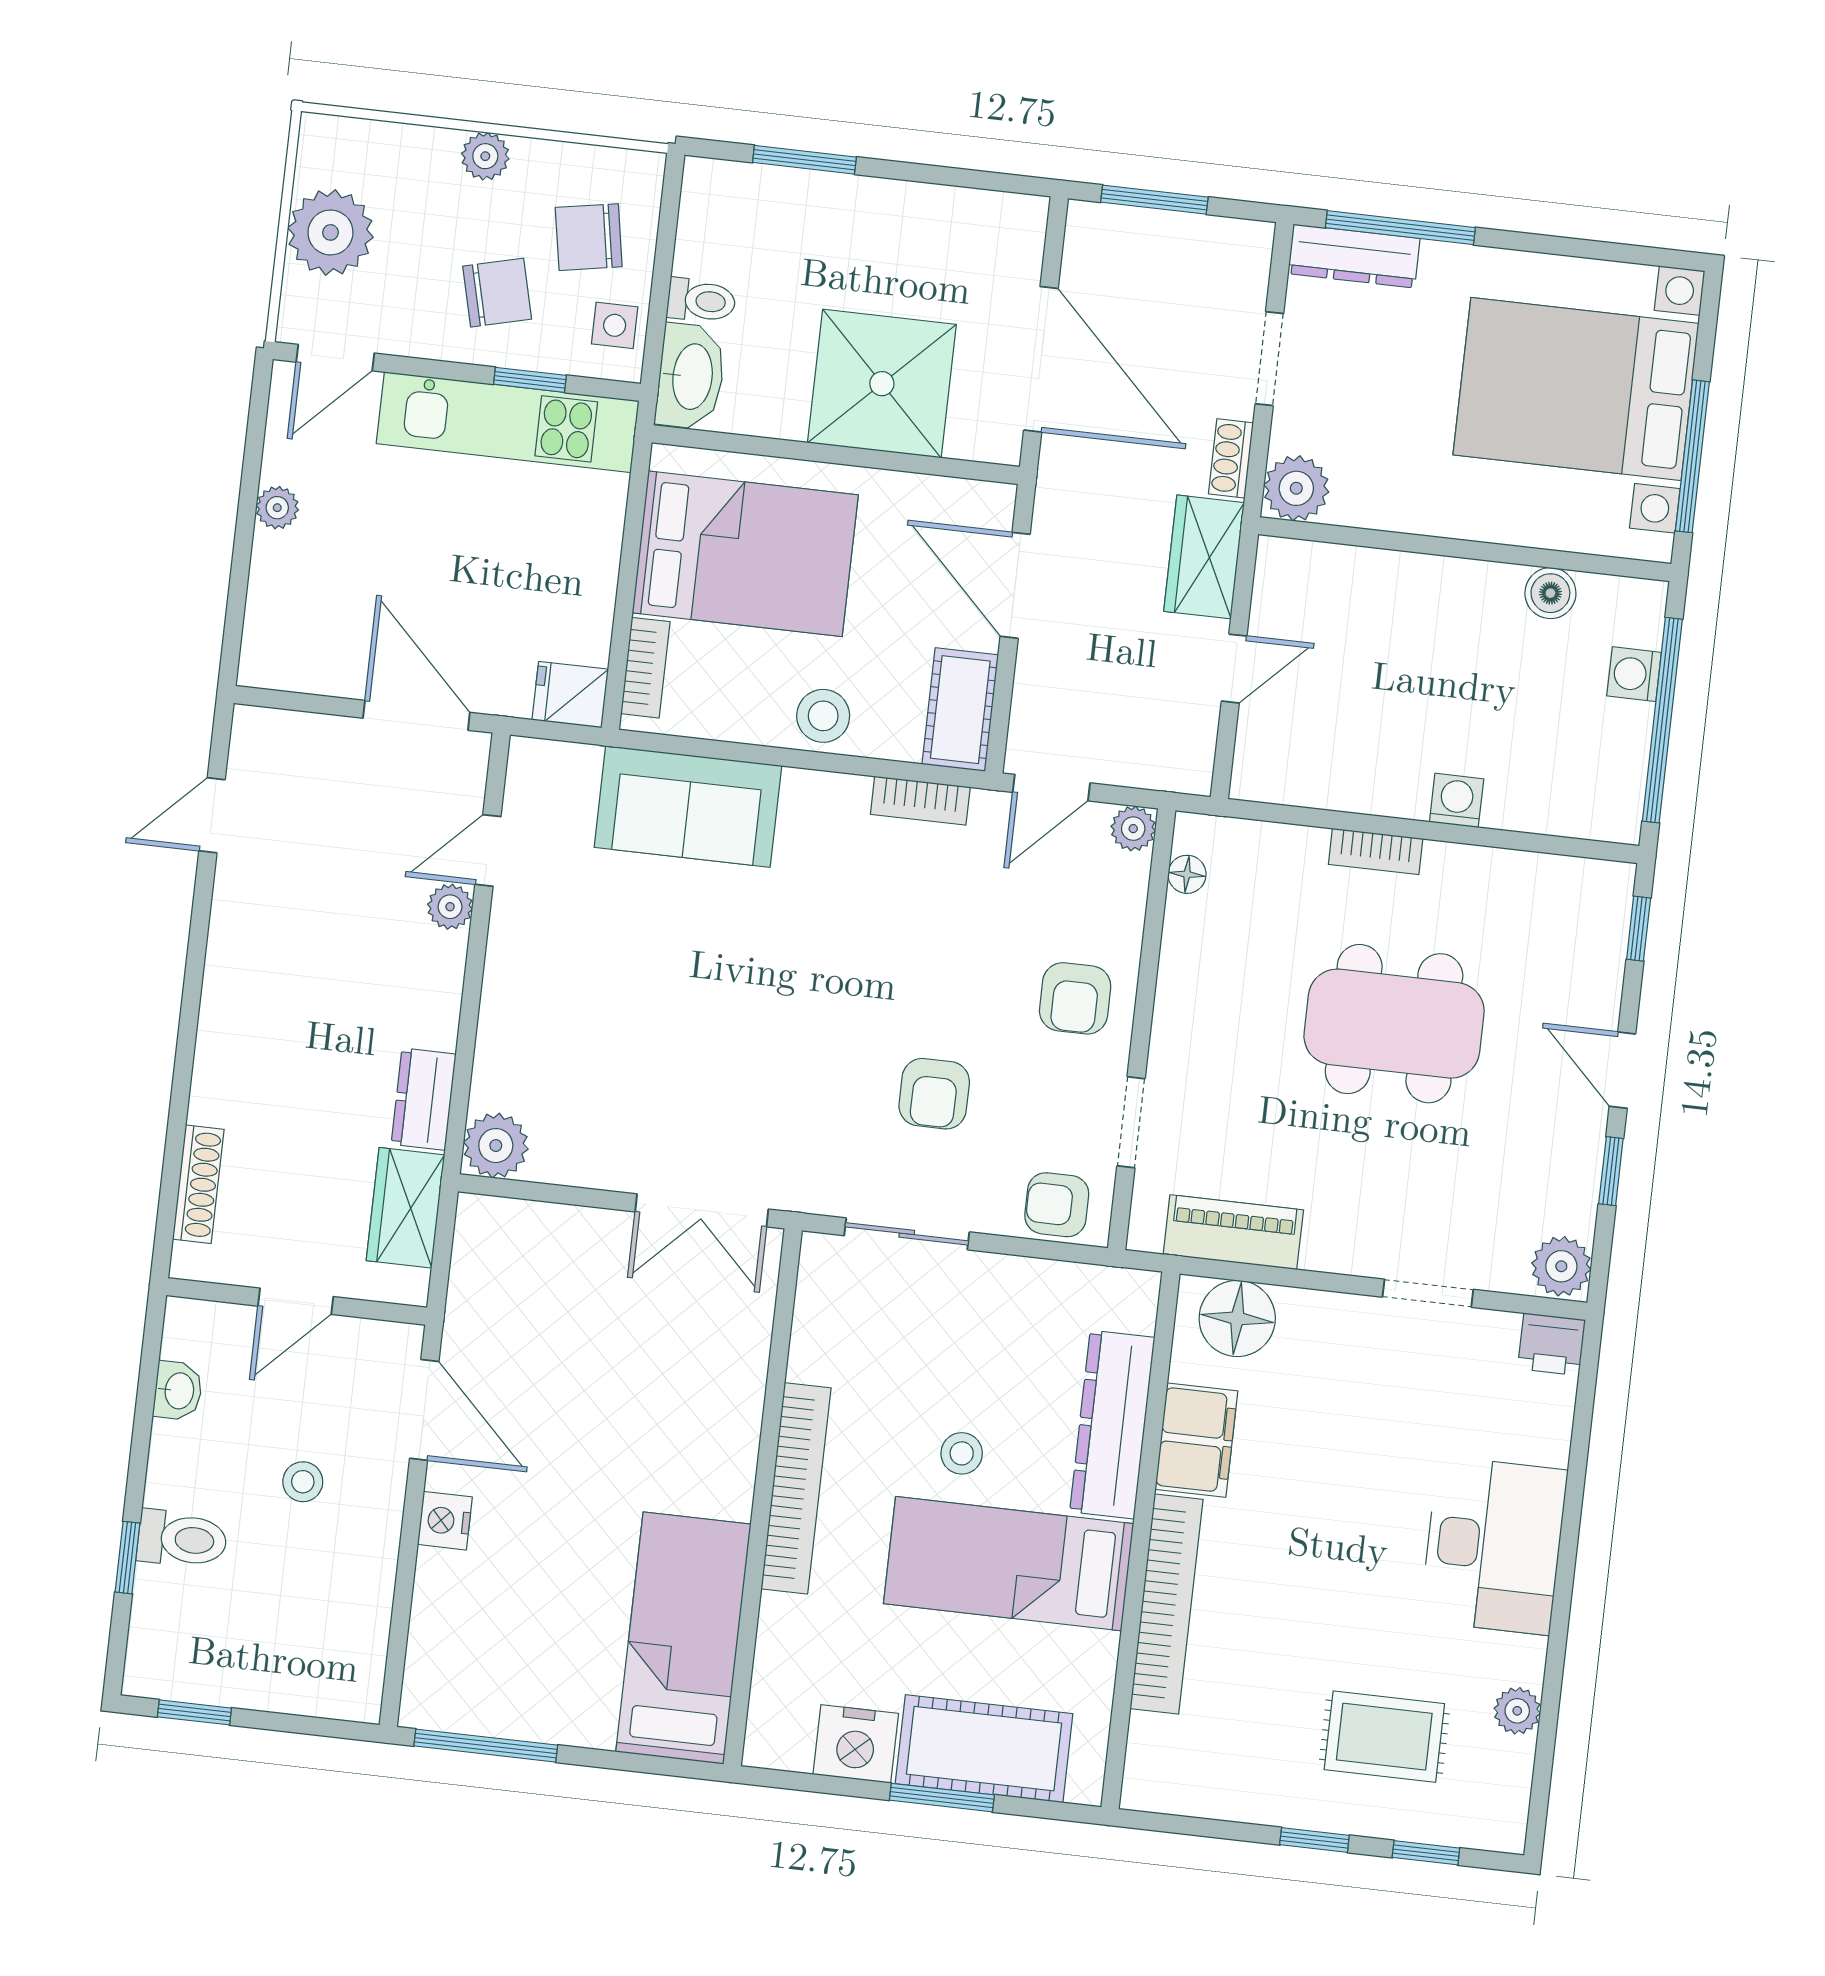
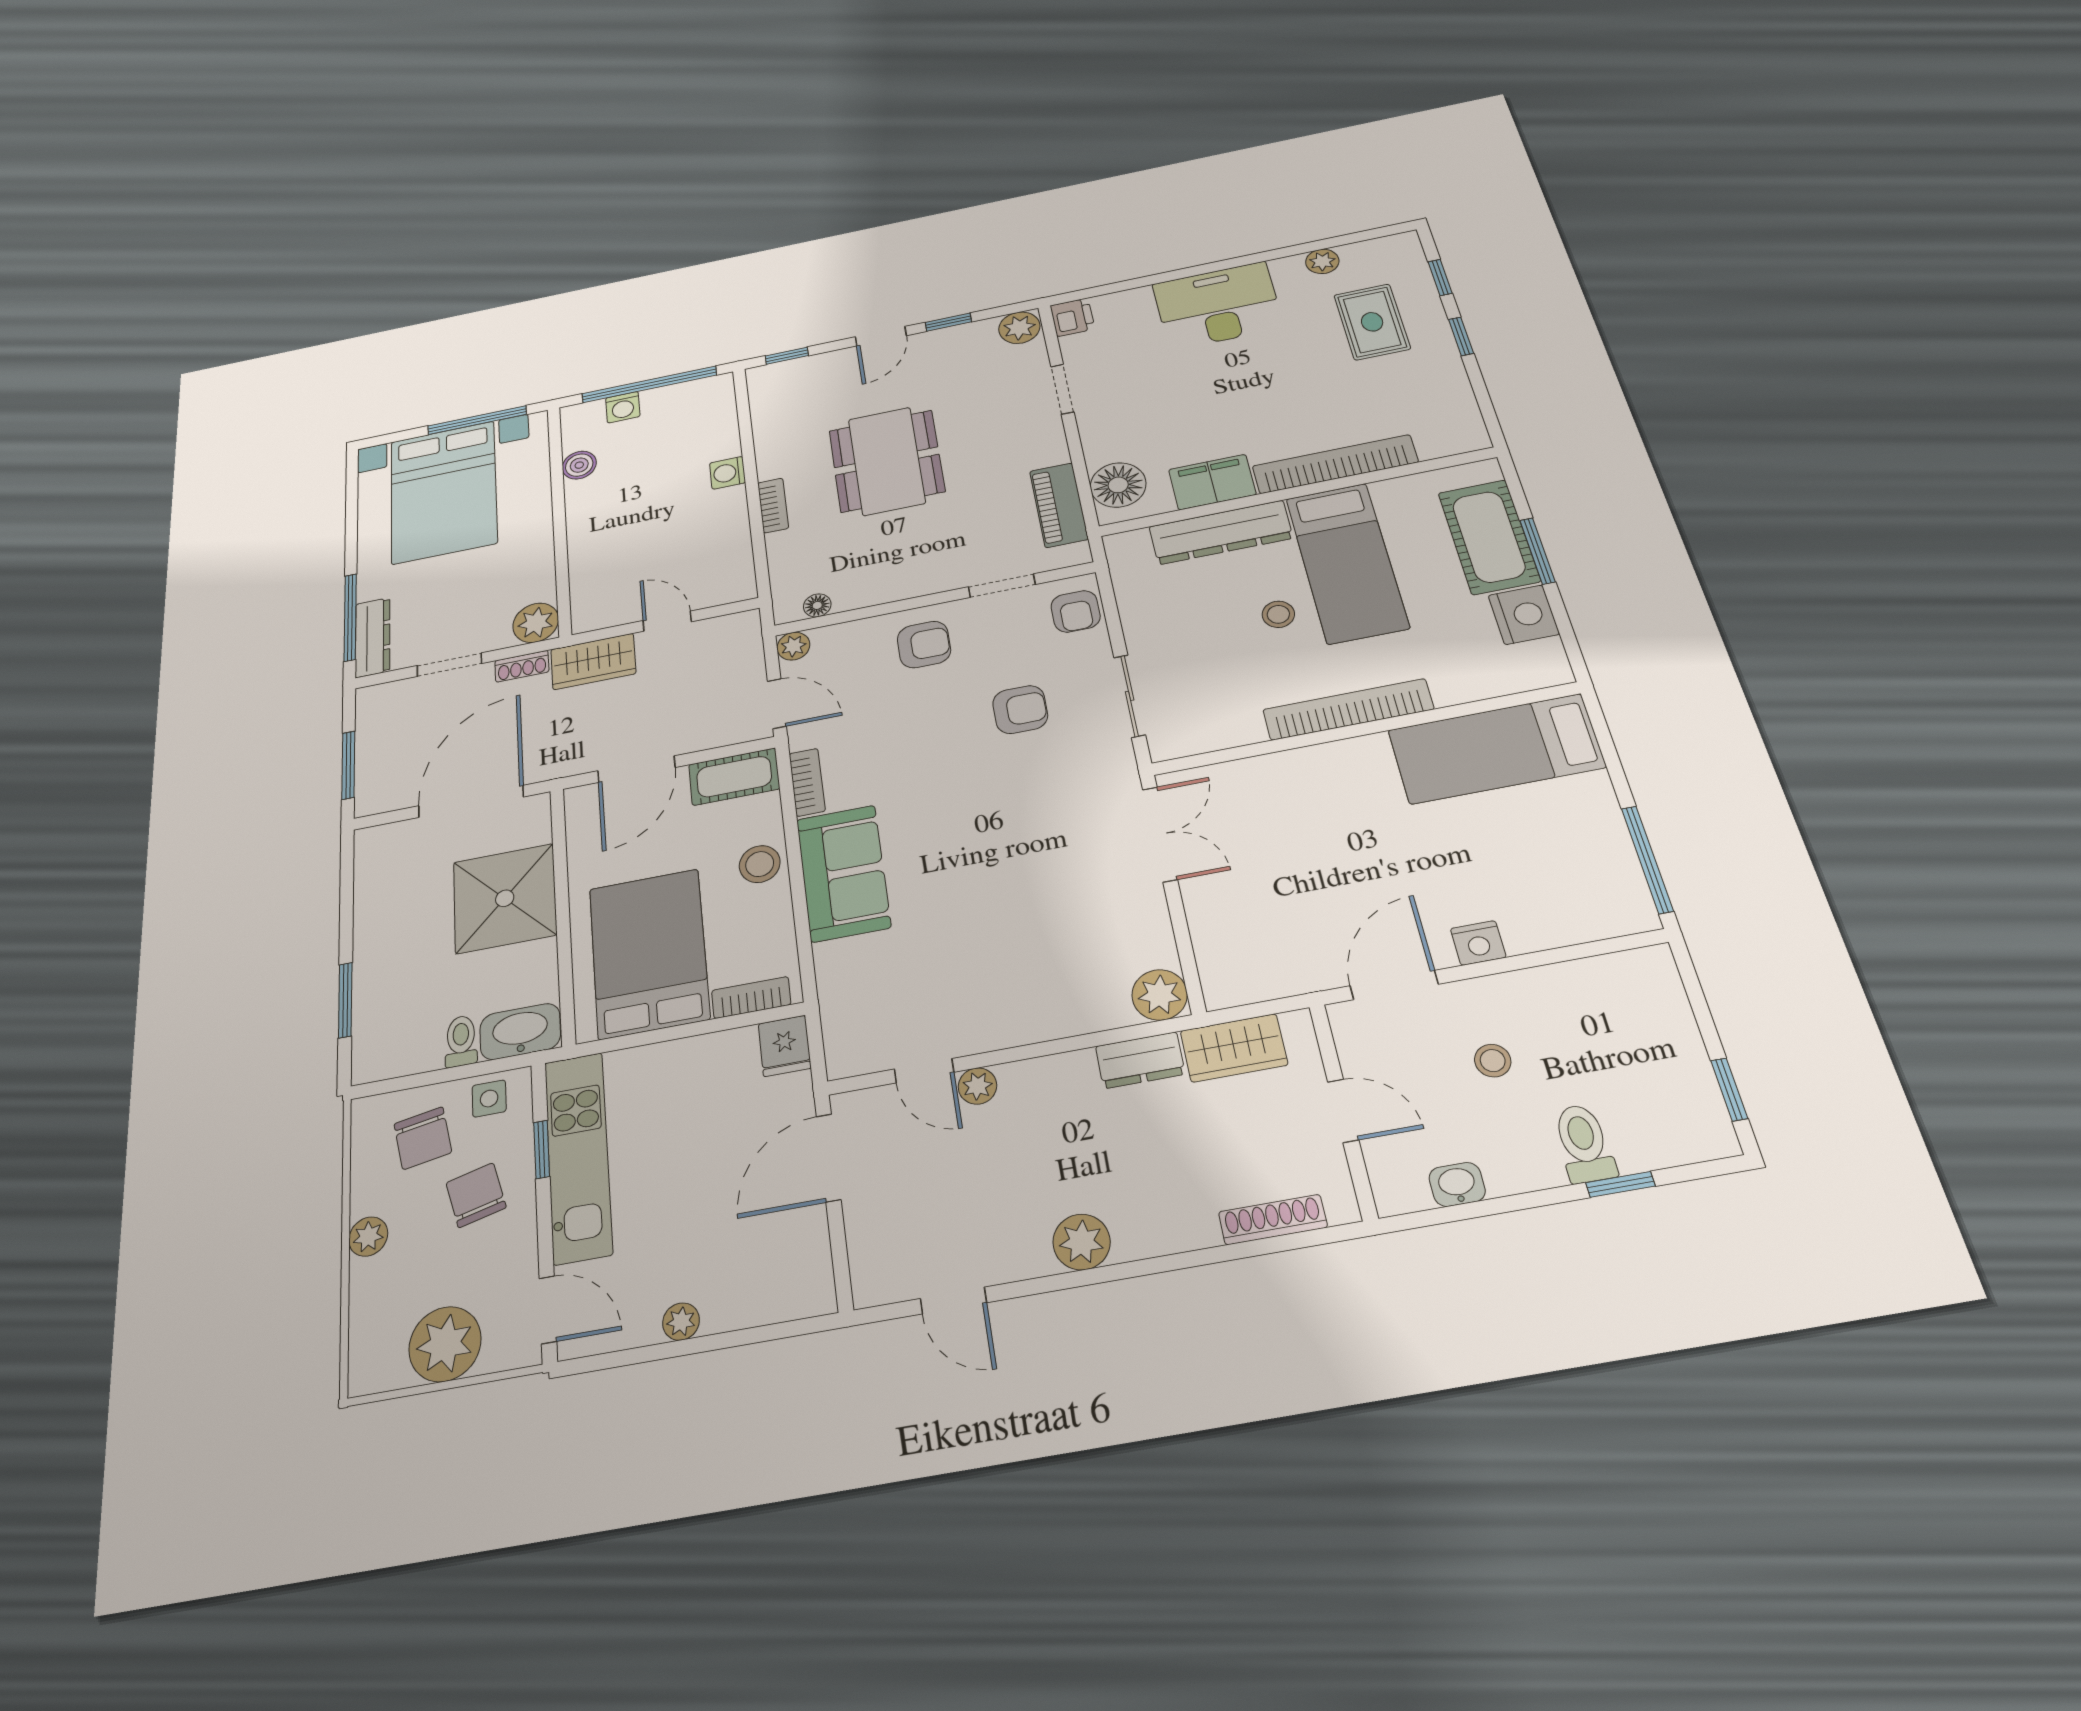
sofa: (688, 806) -> (843, 873), moved
plant: (235, 972) -> (1082, 1242), added

